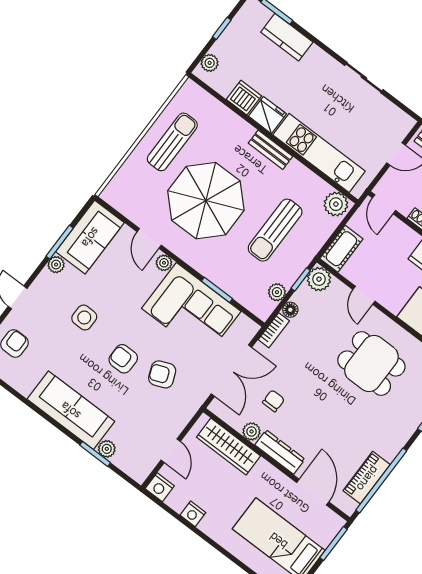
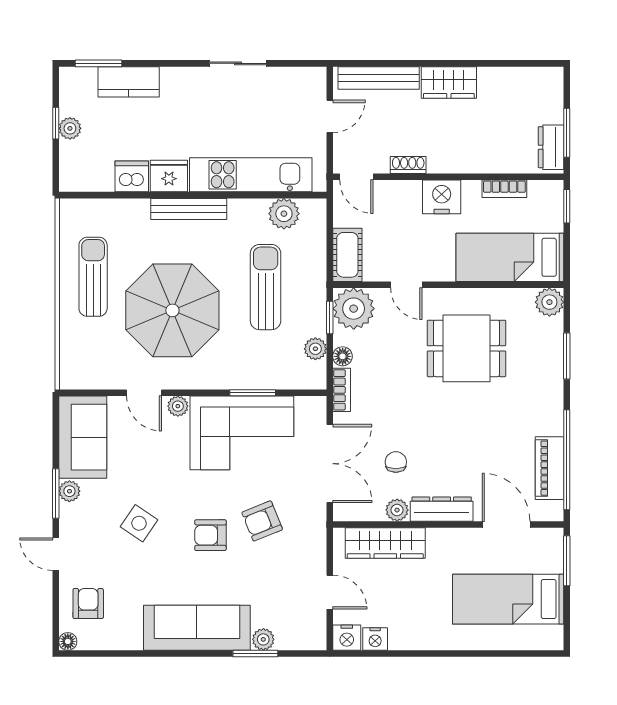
plant: (210, 63) -> (70, 128), moved
bench: (271, 150) -> (189, 209), width x1.36
plant: (336, 204) -> (284, 214), moved
sun lounger: (275, 230) -> (266, 287), turned 180
window: (60, 242) -> (56, 494), moved
plant: (319, 279) -> (354, 309), width x1.36, depth x1.36
side table: (84, 318) -> (139, 523), turned 34
nightstand: (193, 514) -> (375, 639), moved

